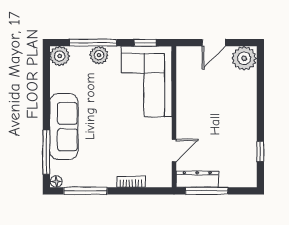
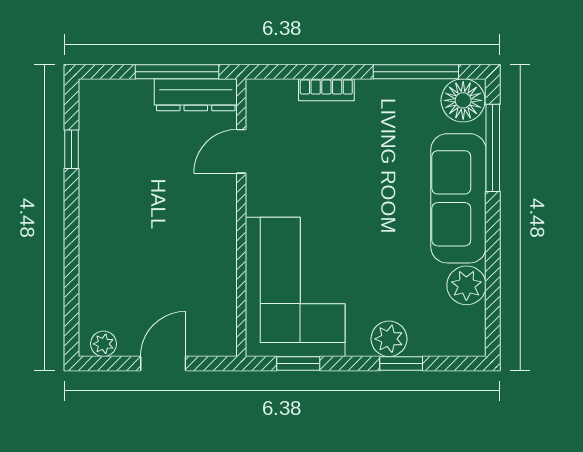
window: (93, 43) -> (401, 363), width x0.46
plant: (60, 56) -> (466, 285), moved
plant: (244, 58) -> (104, 344), width x0.53, depth x0.53
floor lamp: (56, 181) -> (463, 100), width x1.89, depth x1.89

